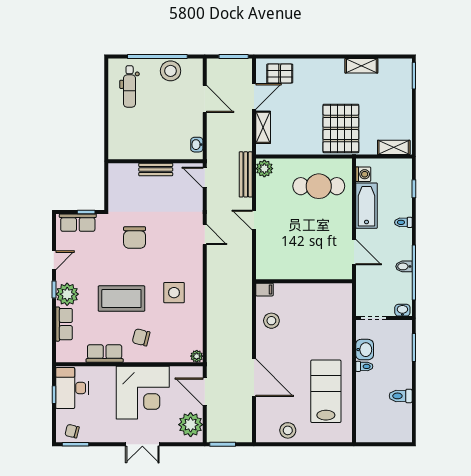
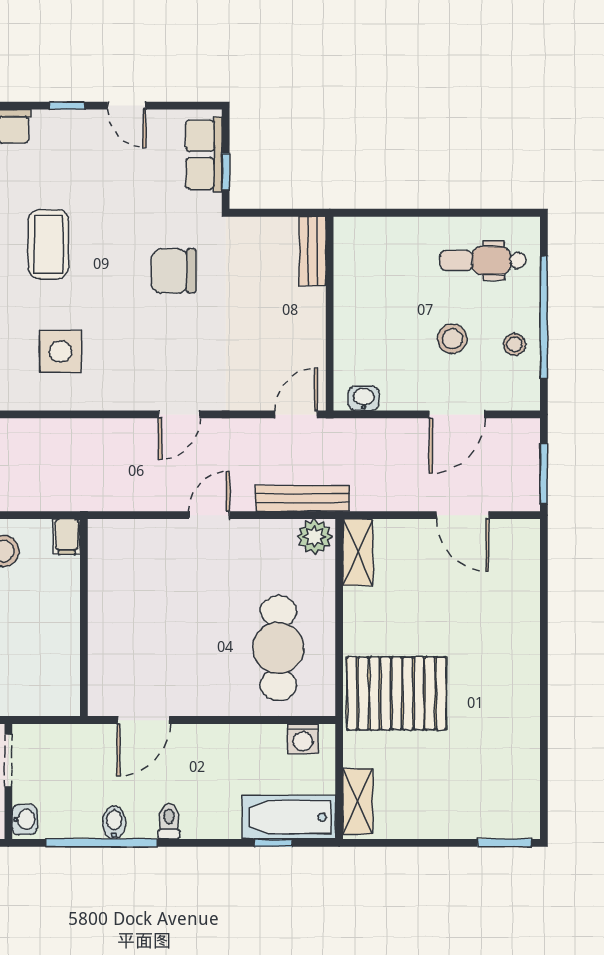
shelving: (361, 66) -> (525, 735), removed
stool: (171, 71) -> (515, 344), width x0.53, depth x0.53
pallet: (280, 74) -> (509, 568), removed
stool: (168, 101) -> (452, 339), added
shelving: (263, 127) -> (358, 552), moved, turned 90
bench: (156, 169) -> (313, 251), moved
bathtub: (366, 206) -> (289, 817), moved, turned 180
toilet: (403, 222) -> (169, 821), moved
plant: (67, 294) -> (57, 133), removed
coffee table: (121, 299) -> (48, 244), width x0.73, depth x0.76

